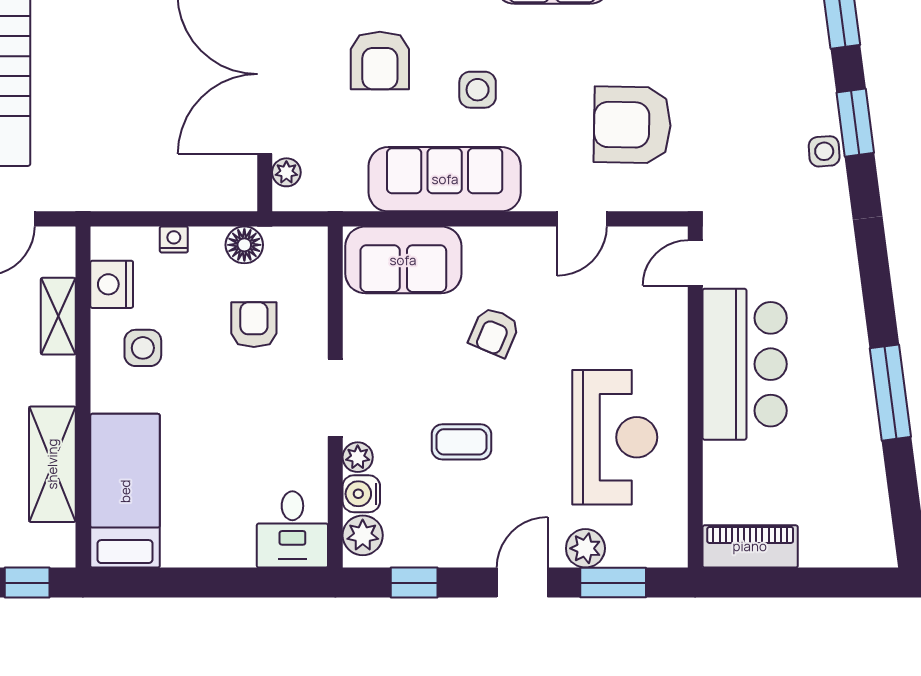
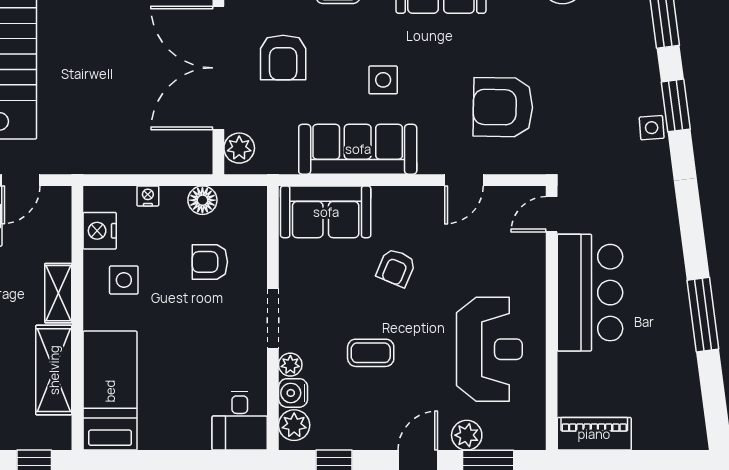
armchair: (380, 61) -> (283, 57), moved
plant: (286, 172) -> (239, 148), width x1.38, depth x1.38
shelving: (58, 316) -> (58, 293), moved
armchair: (254, 325) -> (210, 262), turned -90

